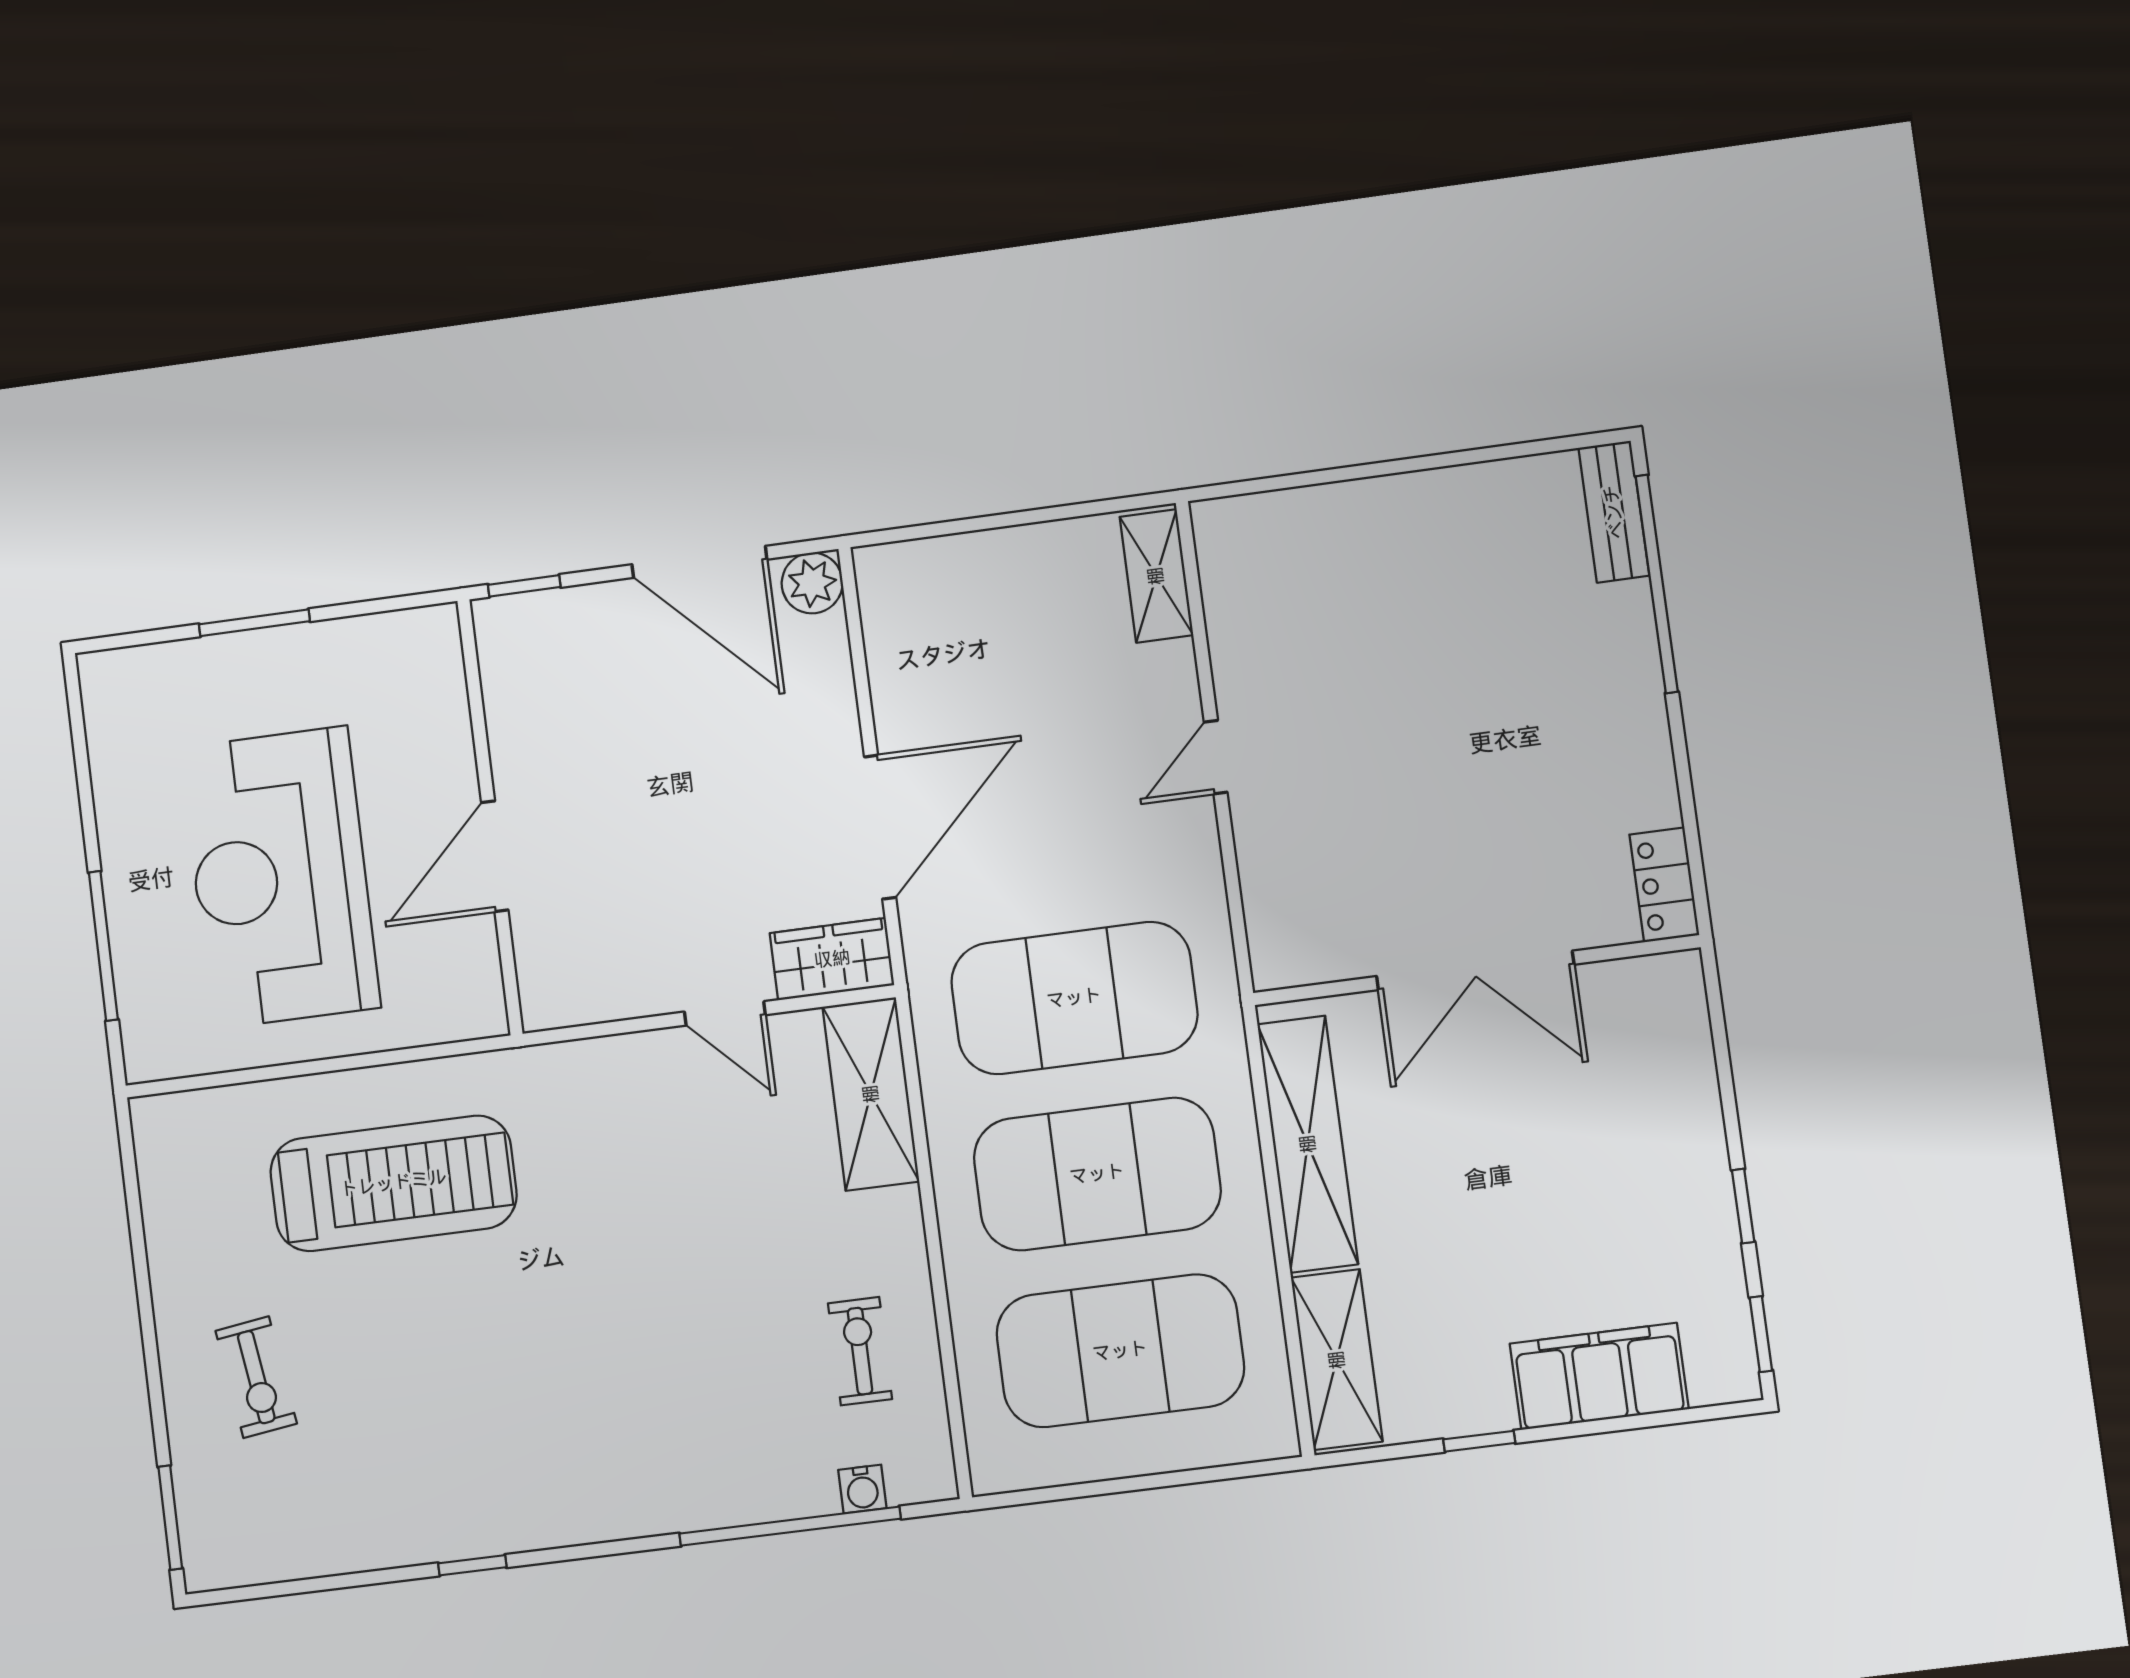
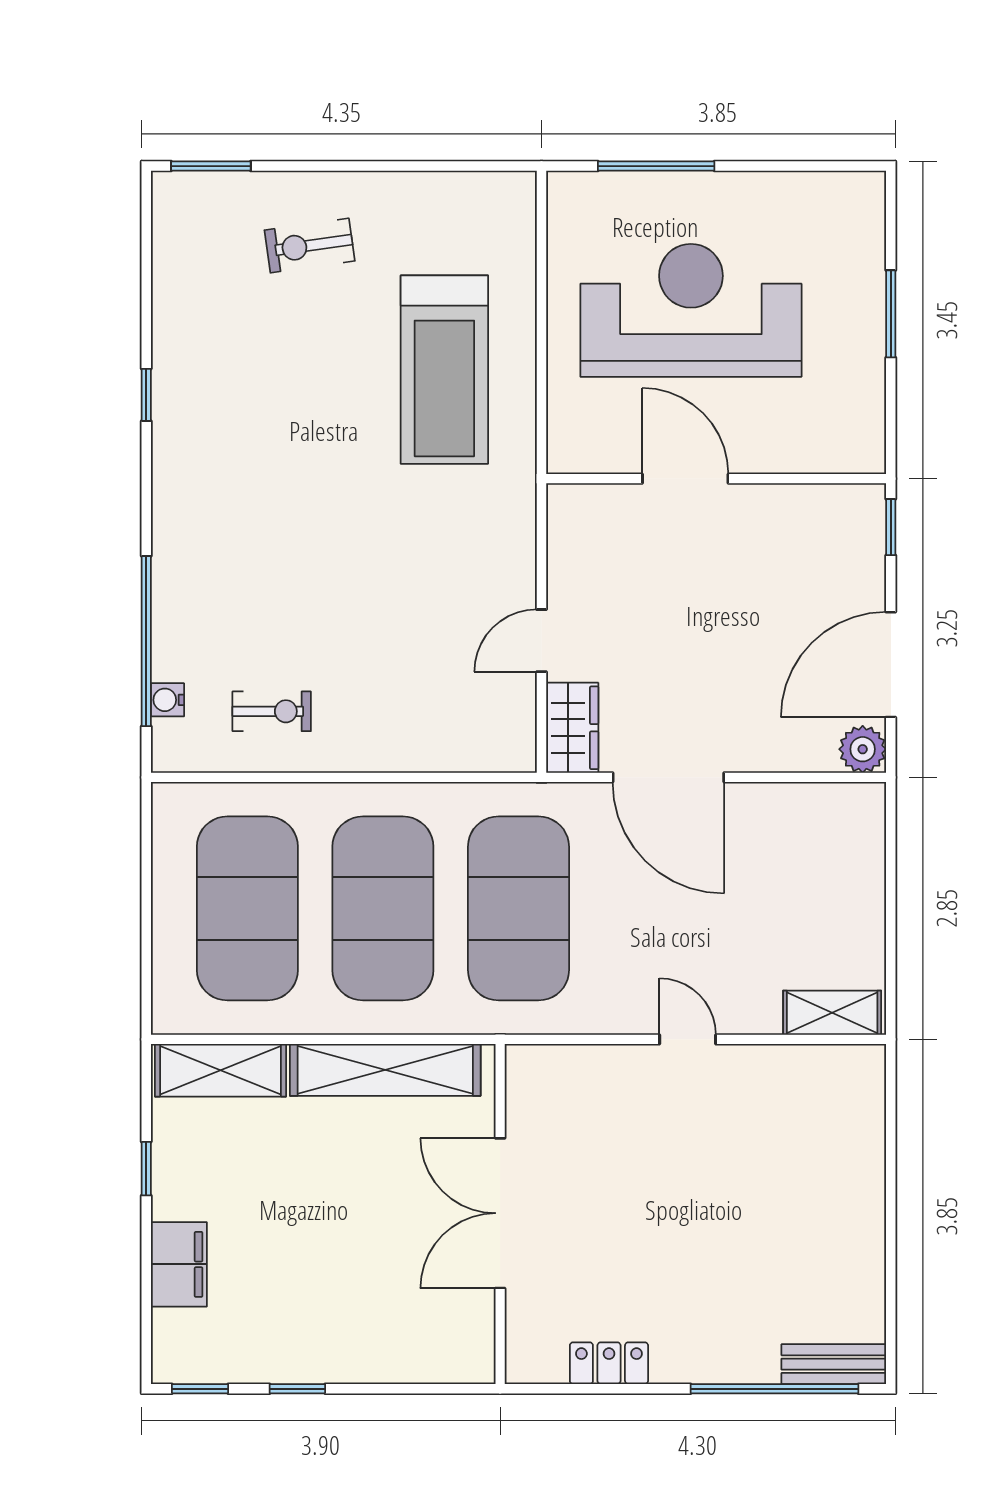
locker: (1664, 885) -> (609, 1363), moved
shelving: (871, 1094) -> (466, 744), removed
filing cabinet: (1599, 1376) -> (179, 1264), width x0.67, depth x0.86

